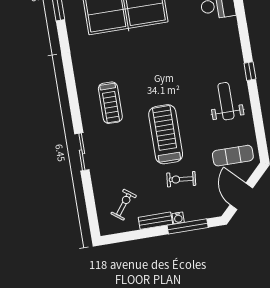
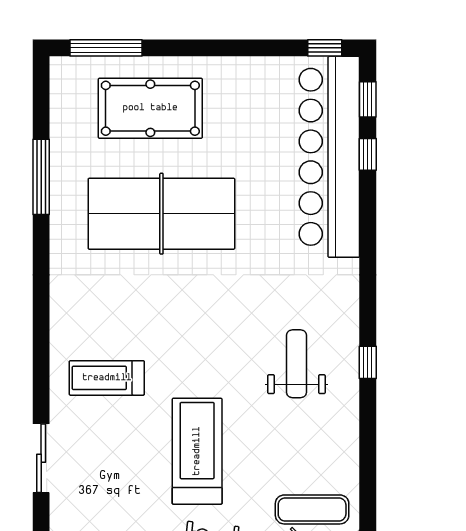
weight bench: (226, 101) -> (296, 364), moved
treadmill: (110, 103) -> (107, 378), turned 90

